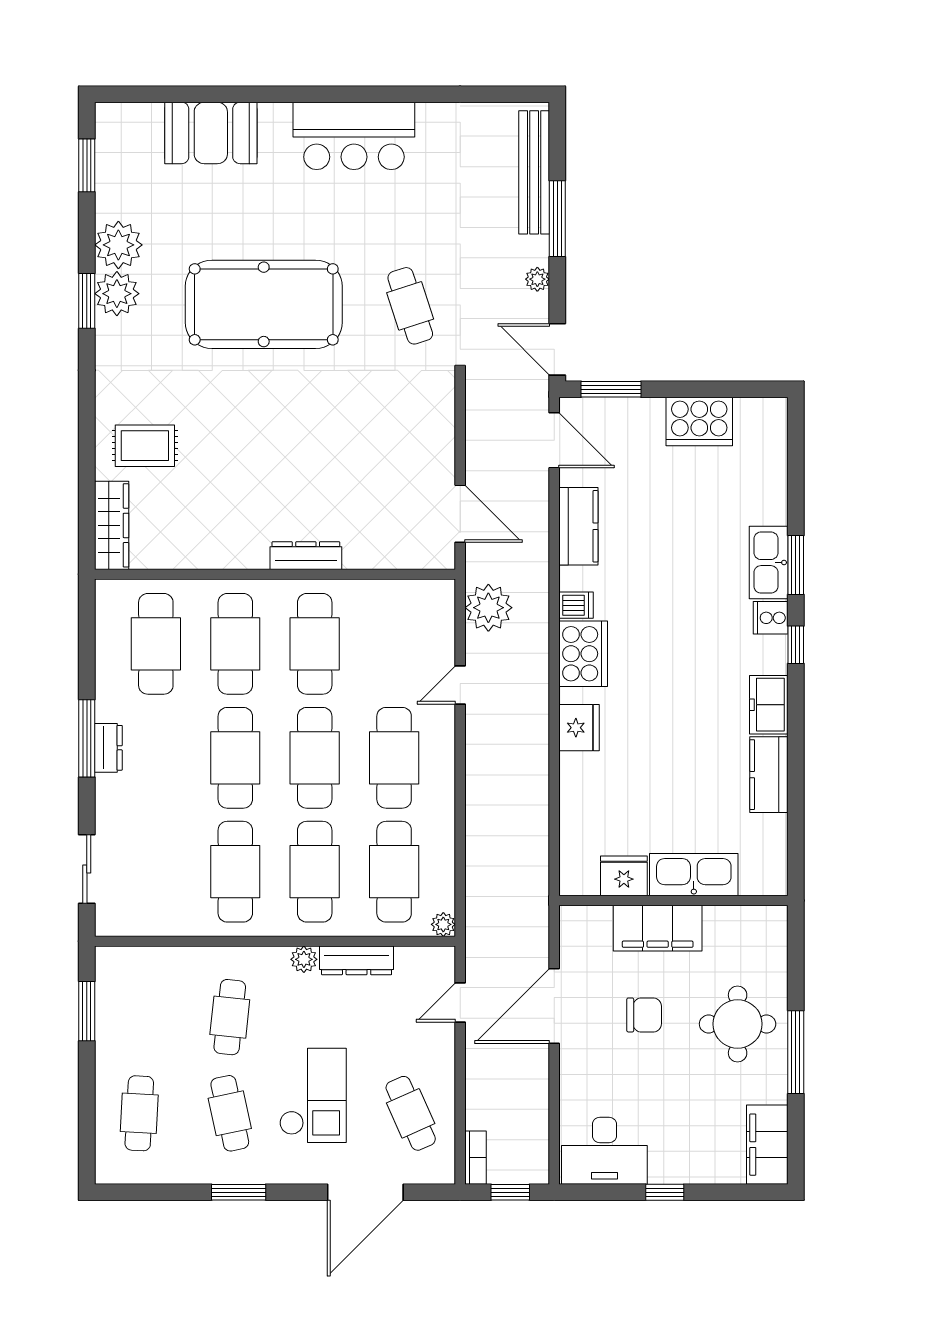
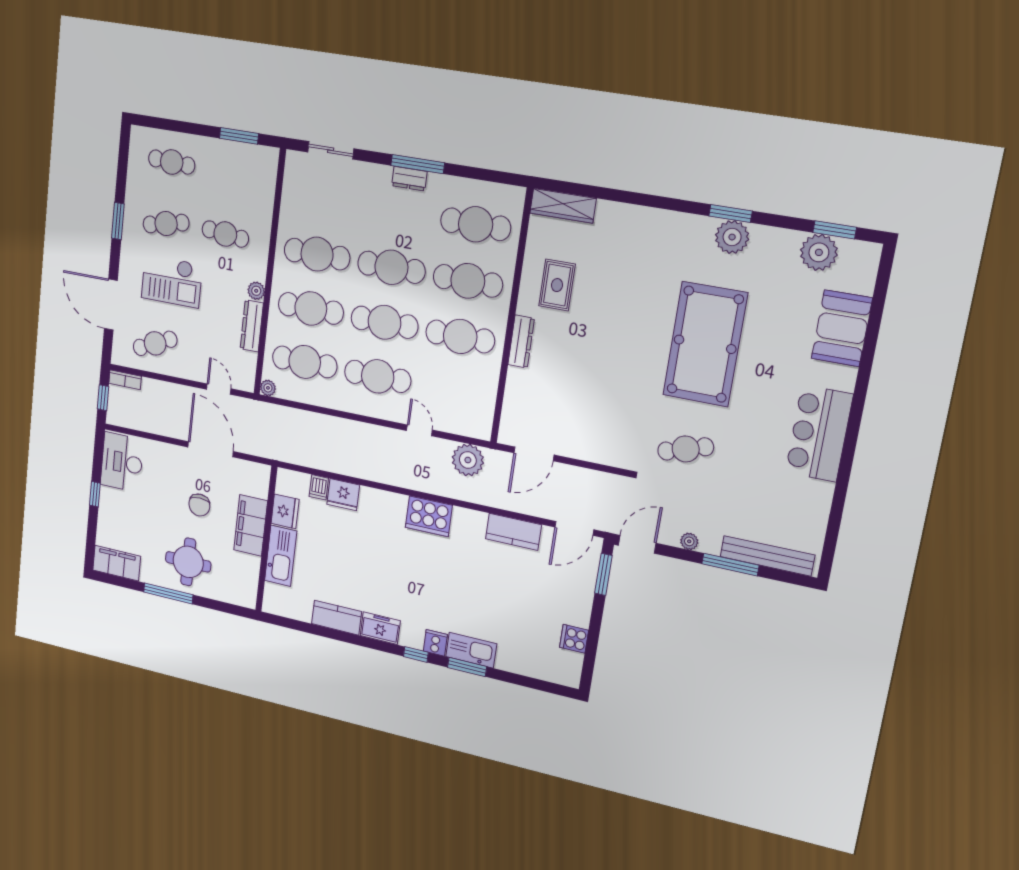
plant: (118, 245) -> (819, 252), moved
cooker: (699, 421) -> (574, 639), width x0.53, depth x0.76
rug: (145, 446) -> (557, 285), moved
dishwasher: (576, 605) -> (319, 487), moved
fridge: (579, 728) -> (343, 495), moved

